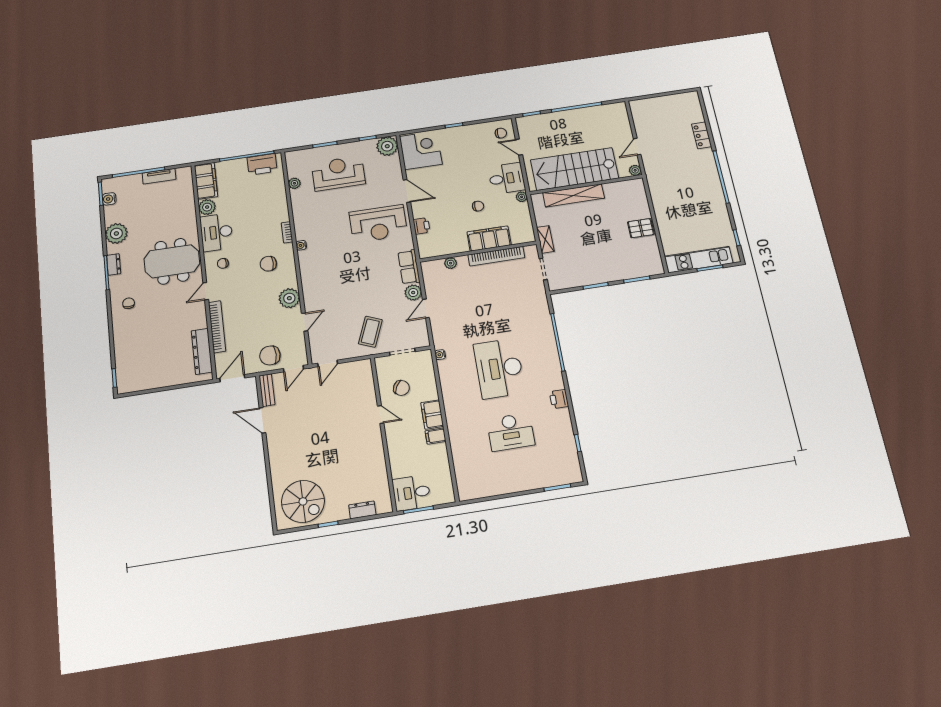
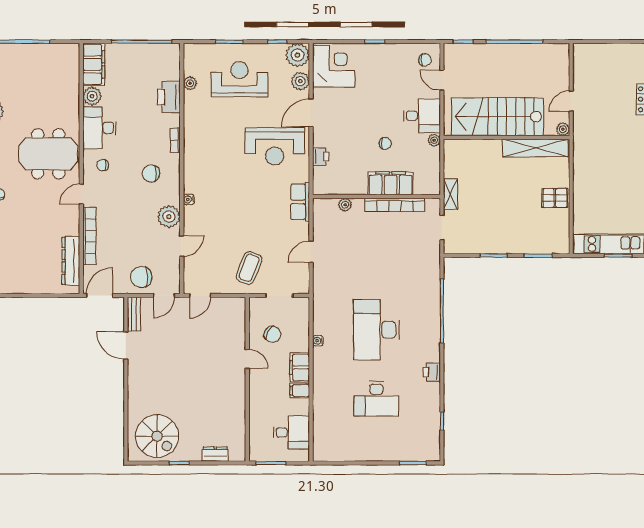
printer: (262, 164) -> (169, 97), moved, turned 90
tv unit: (159, 176) -> (43, 50), removed
door: (407, 191) -> (311, 113), swing flipped
shelving: (574, 195) -> (535, 148), moved
water cooler: (301, 245) -> (189, 199), moved
plant: (413, 293) -> (300, 81), moved
water cooler: (440, 355) -> (318, 341), moved
desk: (412, 493) -> (291, 432), moved, turned 180

